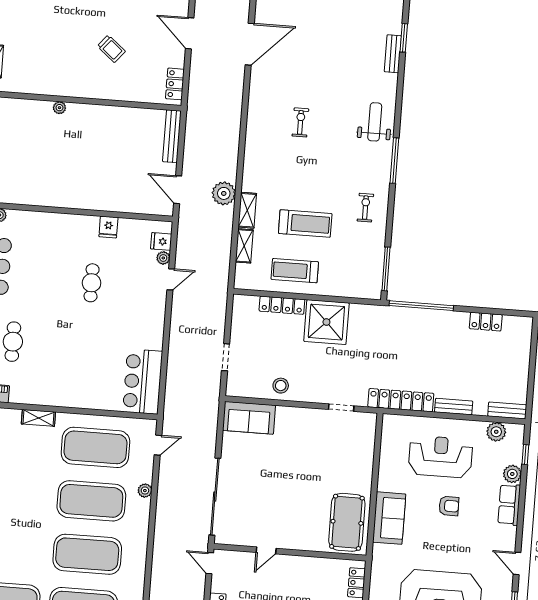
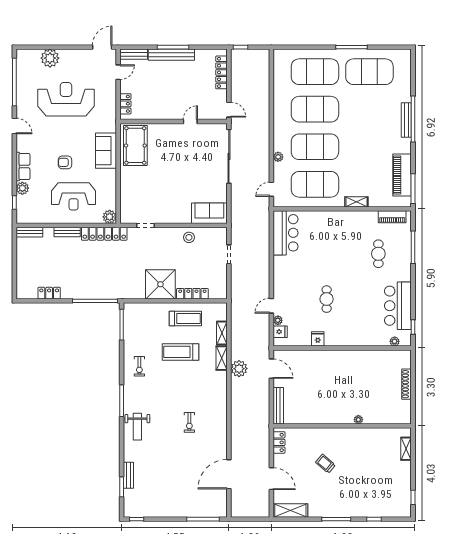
plant: (496, 432) -> (110, 217), moved

